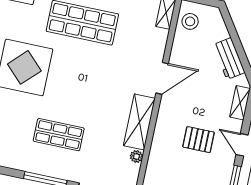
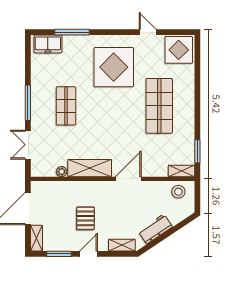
door: (162, 78) -> (128, 179), swing flipped

